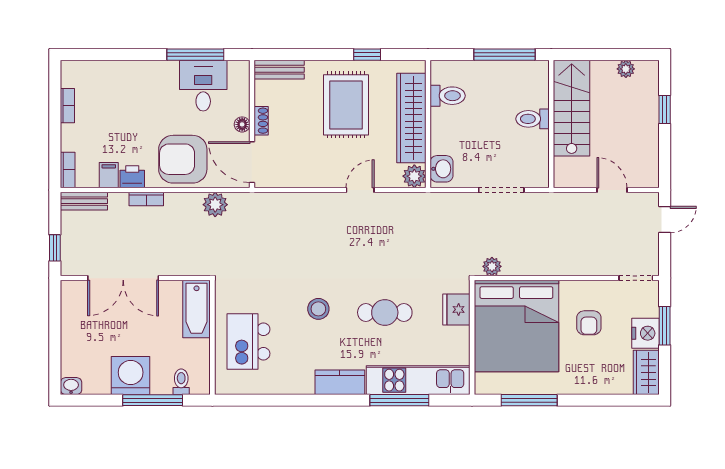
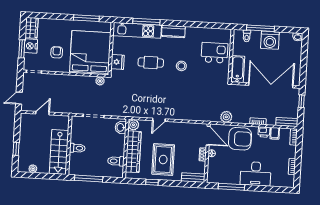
desk: (203, 86) -> (256, 174), moved, width x1.37
door: (612, 190) -> (42, 113), swing flipped
double door: (123, 278) -> (271, 85), width x1.36
kitchen island: (249, 341) -> (215, 53), turned -90

